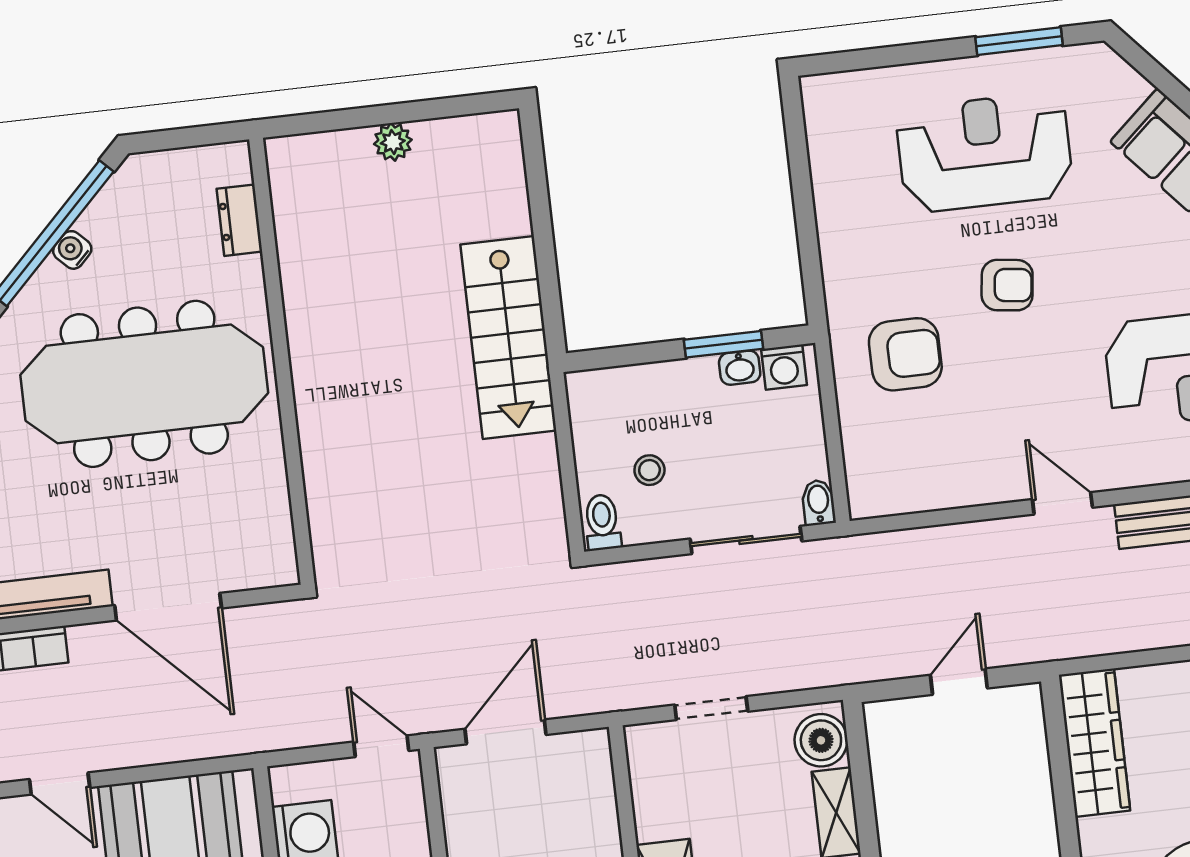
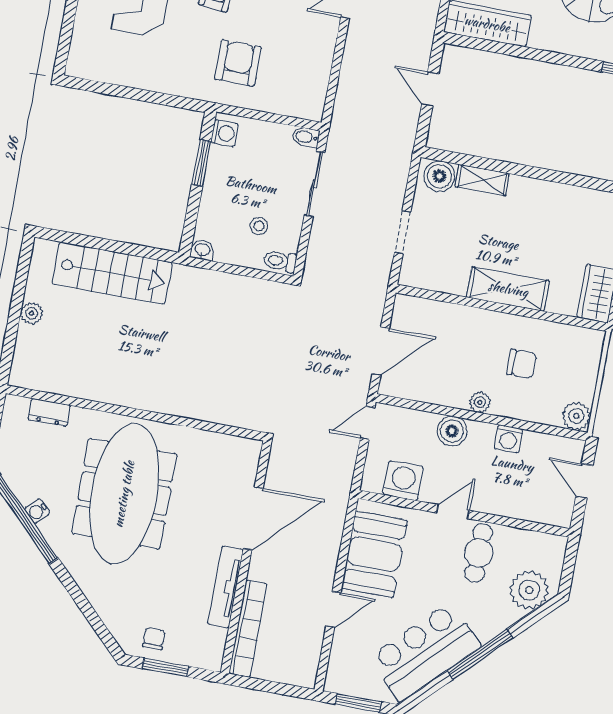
stairs: (508, 338) -> (112, 273), moved
washbasin: (740, 368) -> (202, 250), moved, turned -90
door: (506, 732) -> (381, 351), swing flipped

